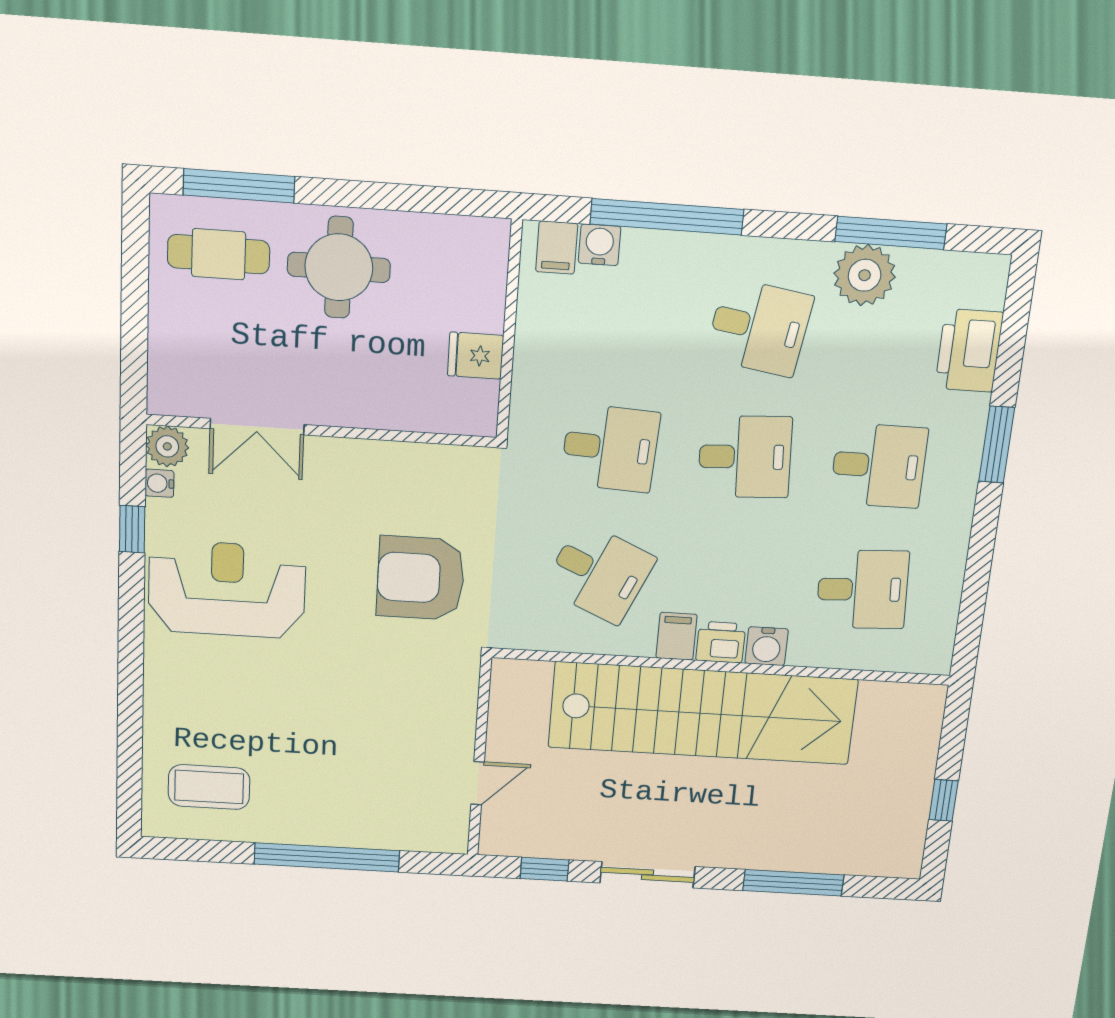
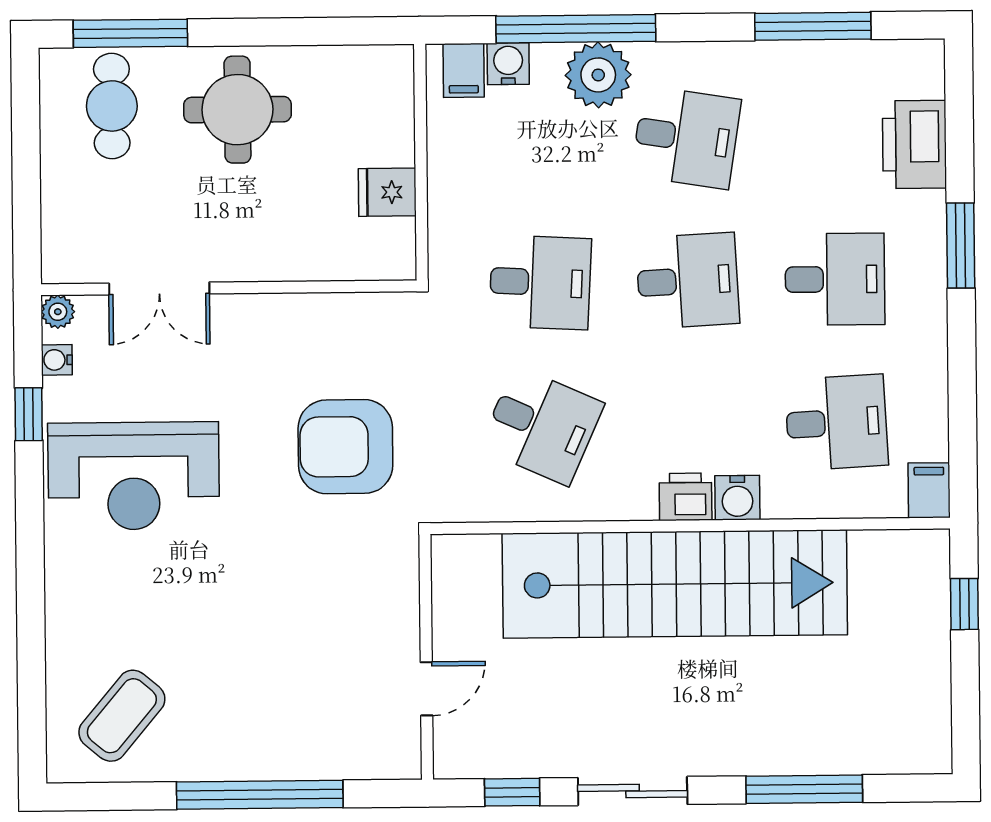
cafe table: (219, 254) -> (112, 106), turned 90
plant: (865, 275) -> (598, 75), moved
plant: (167, 446) -> (58, 312), width x0.73, depth x0.73
reception desk: (227, 589) -> (134, 476), turned 180
filing cabinet: (677, 636) -> (929, 490), moved
coffee table: (209, 787) -> (122, 716), turned -50
window: (944, 800) -> (964, 604), moved

